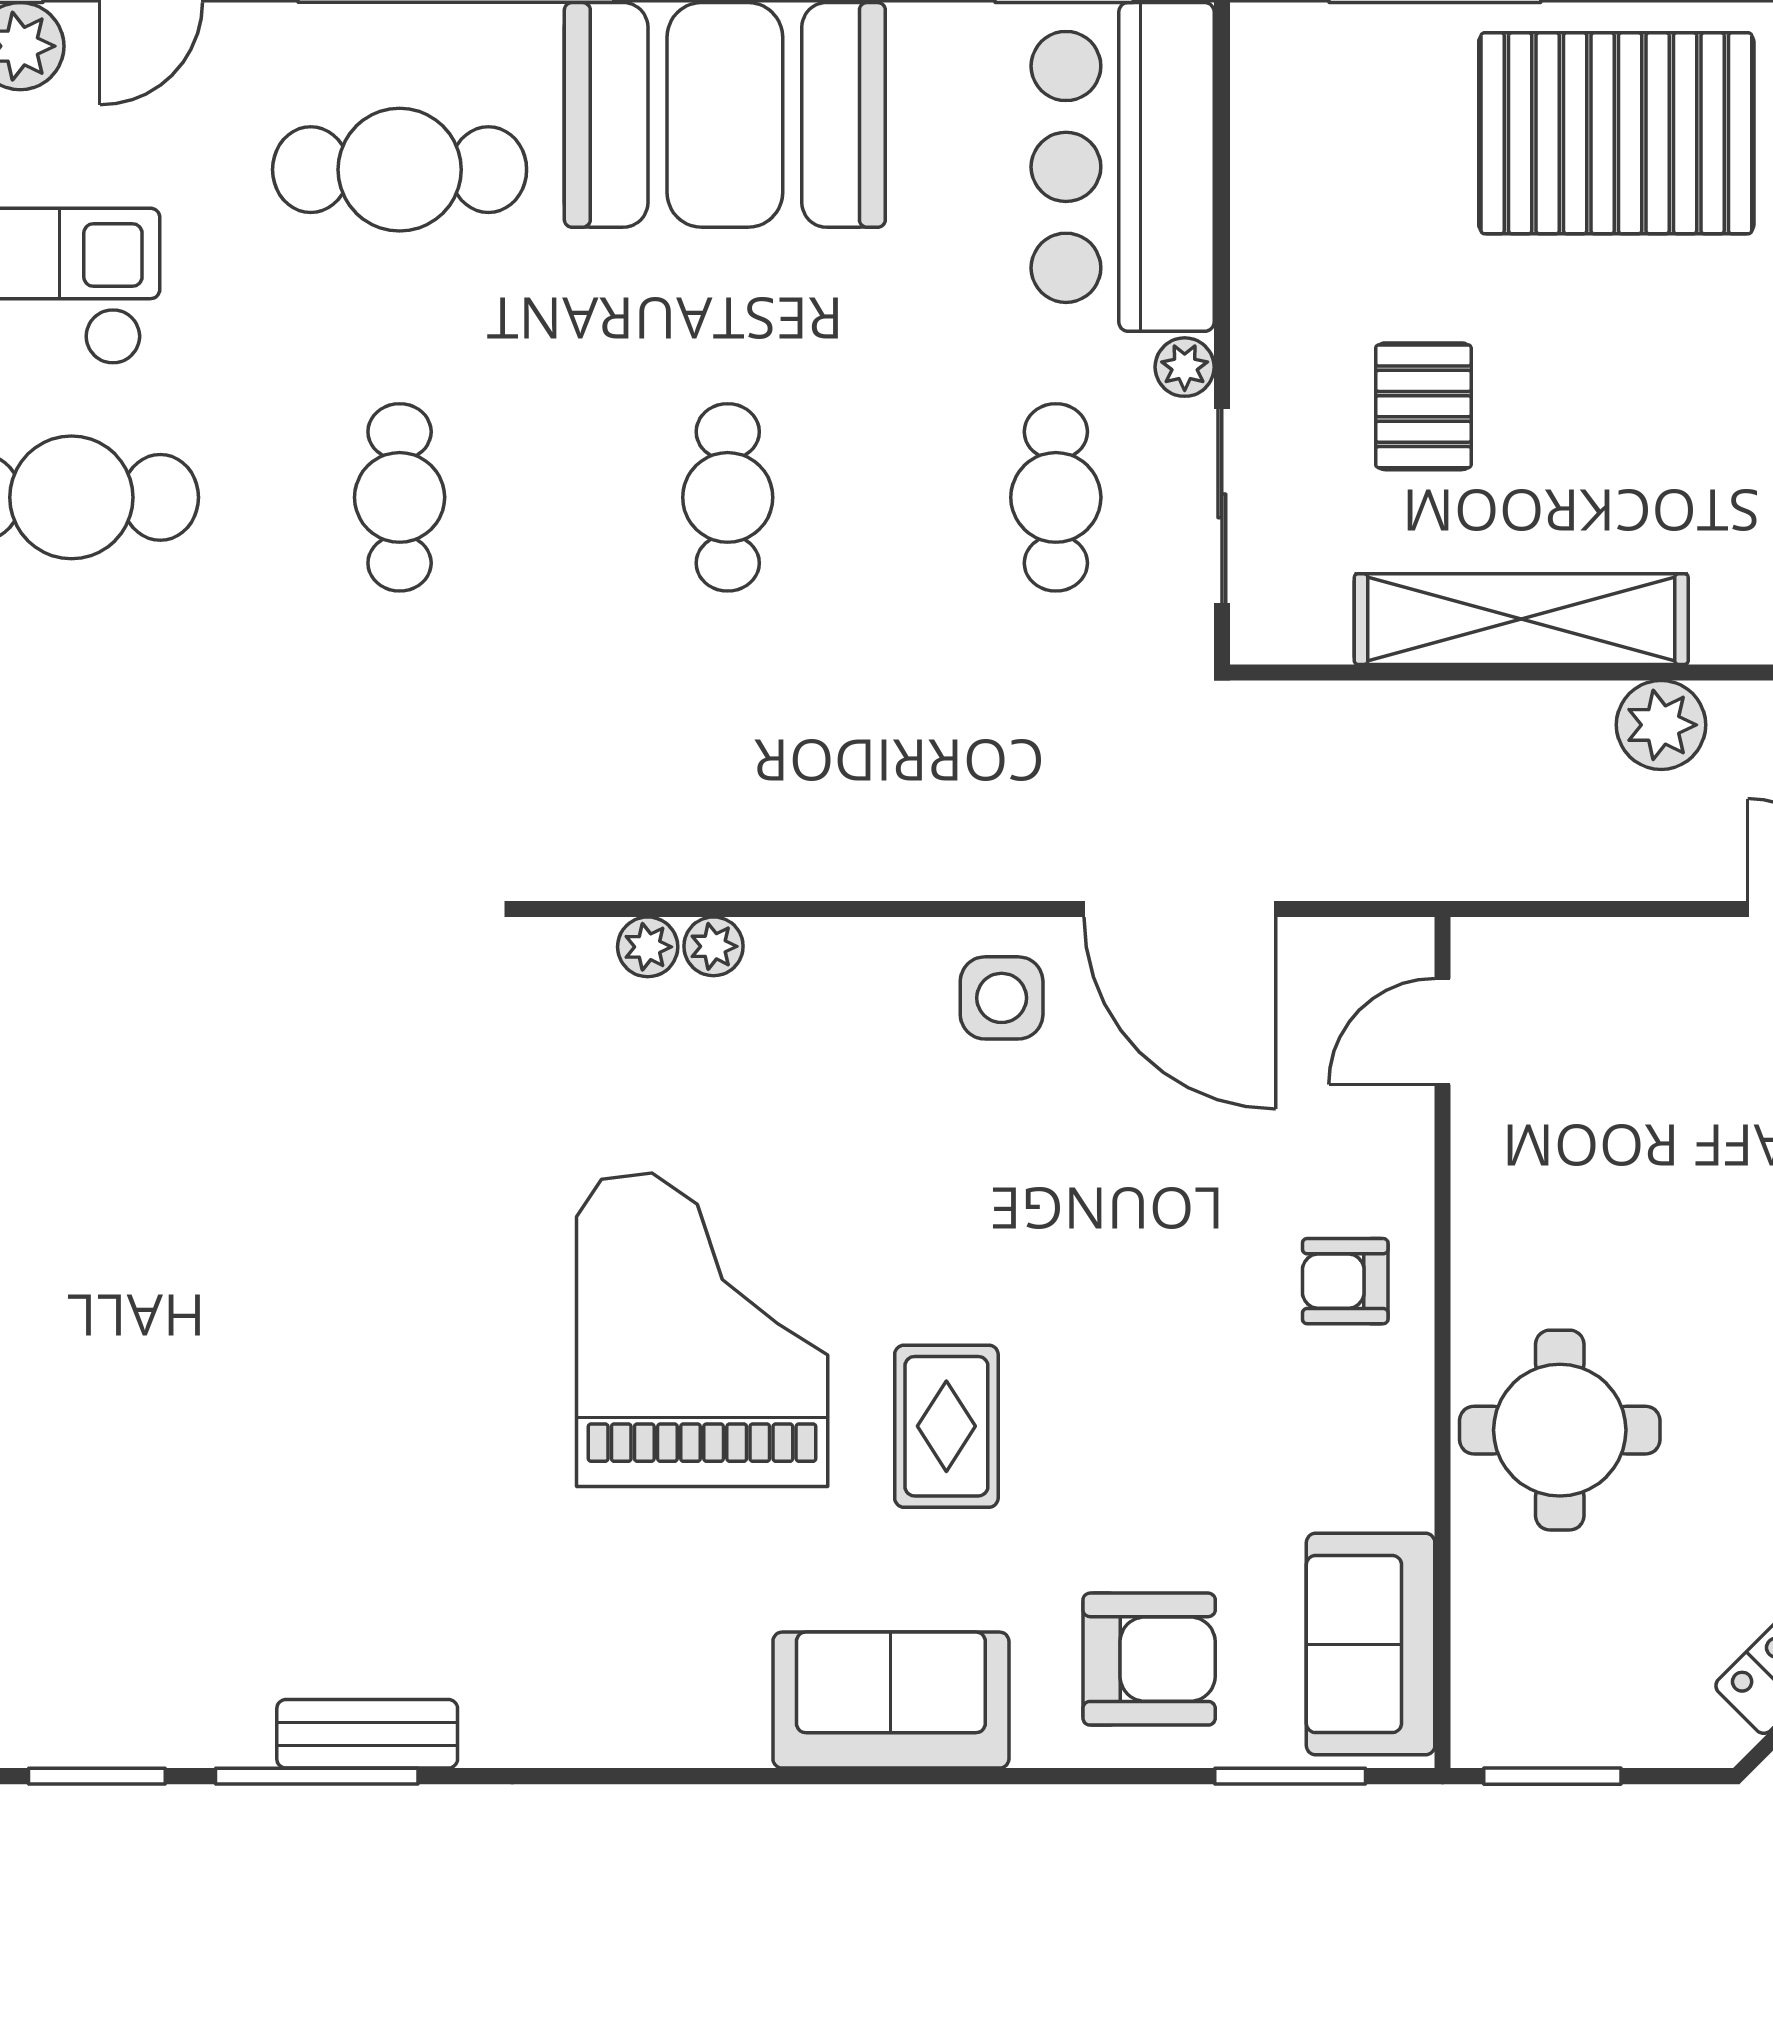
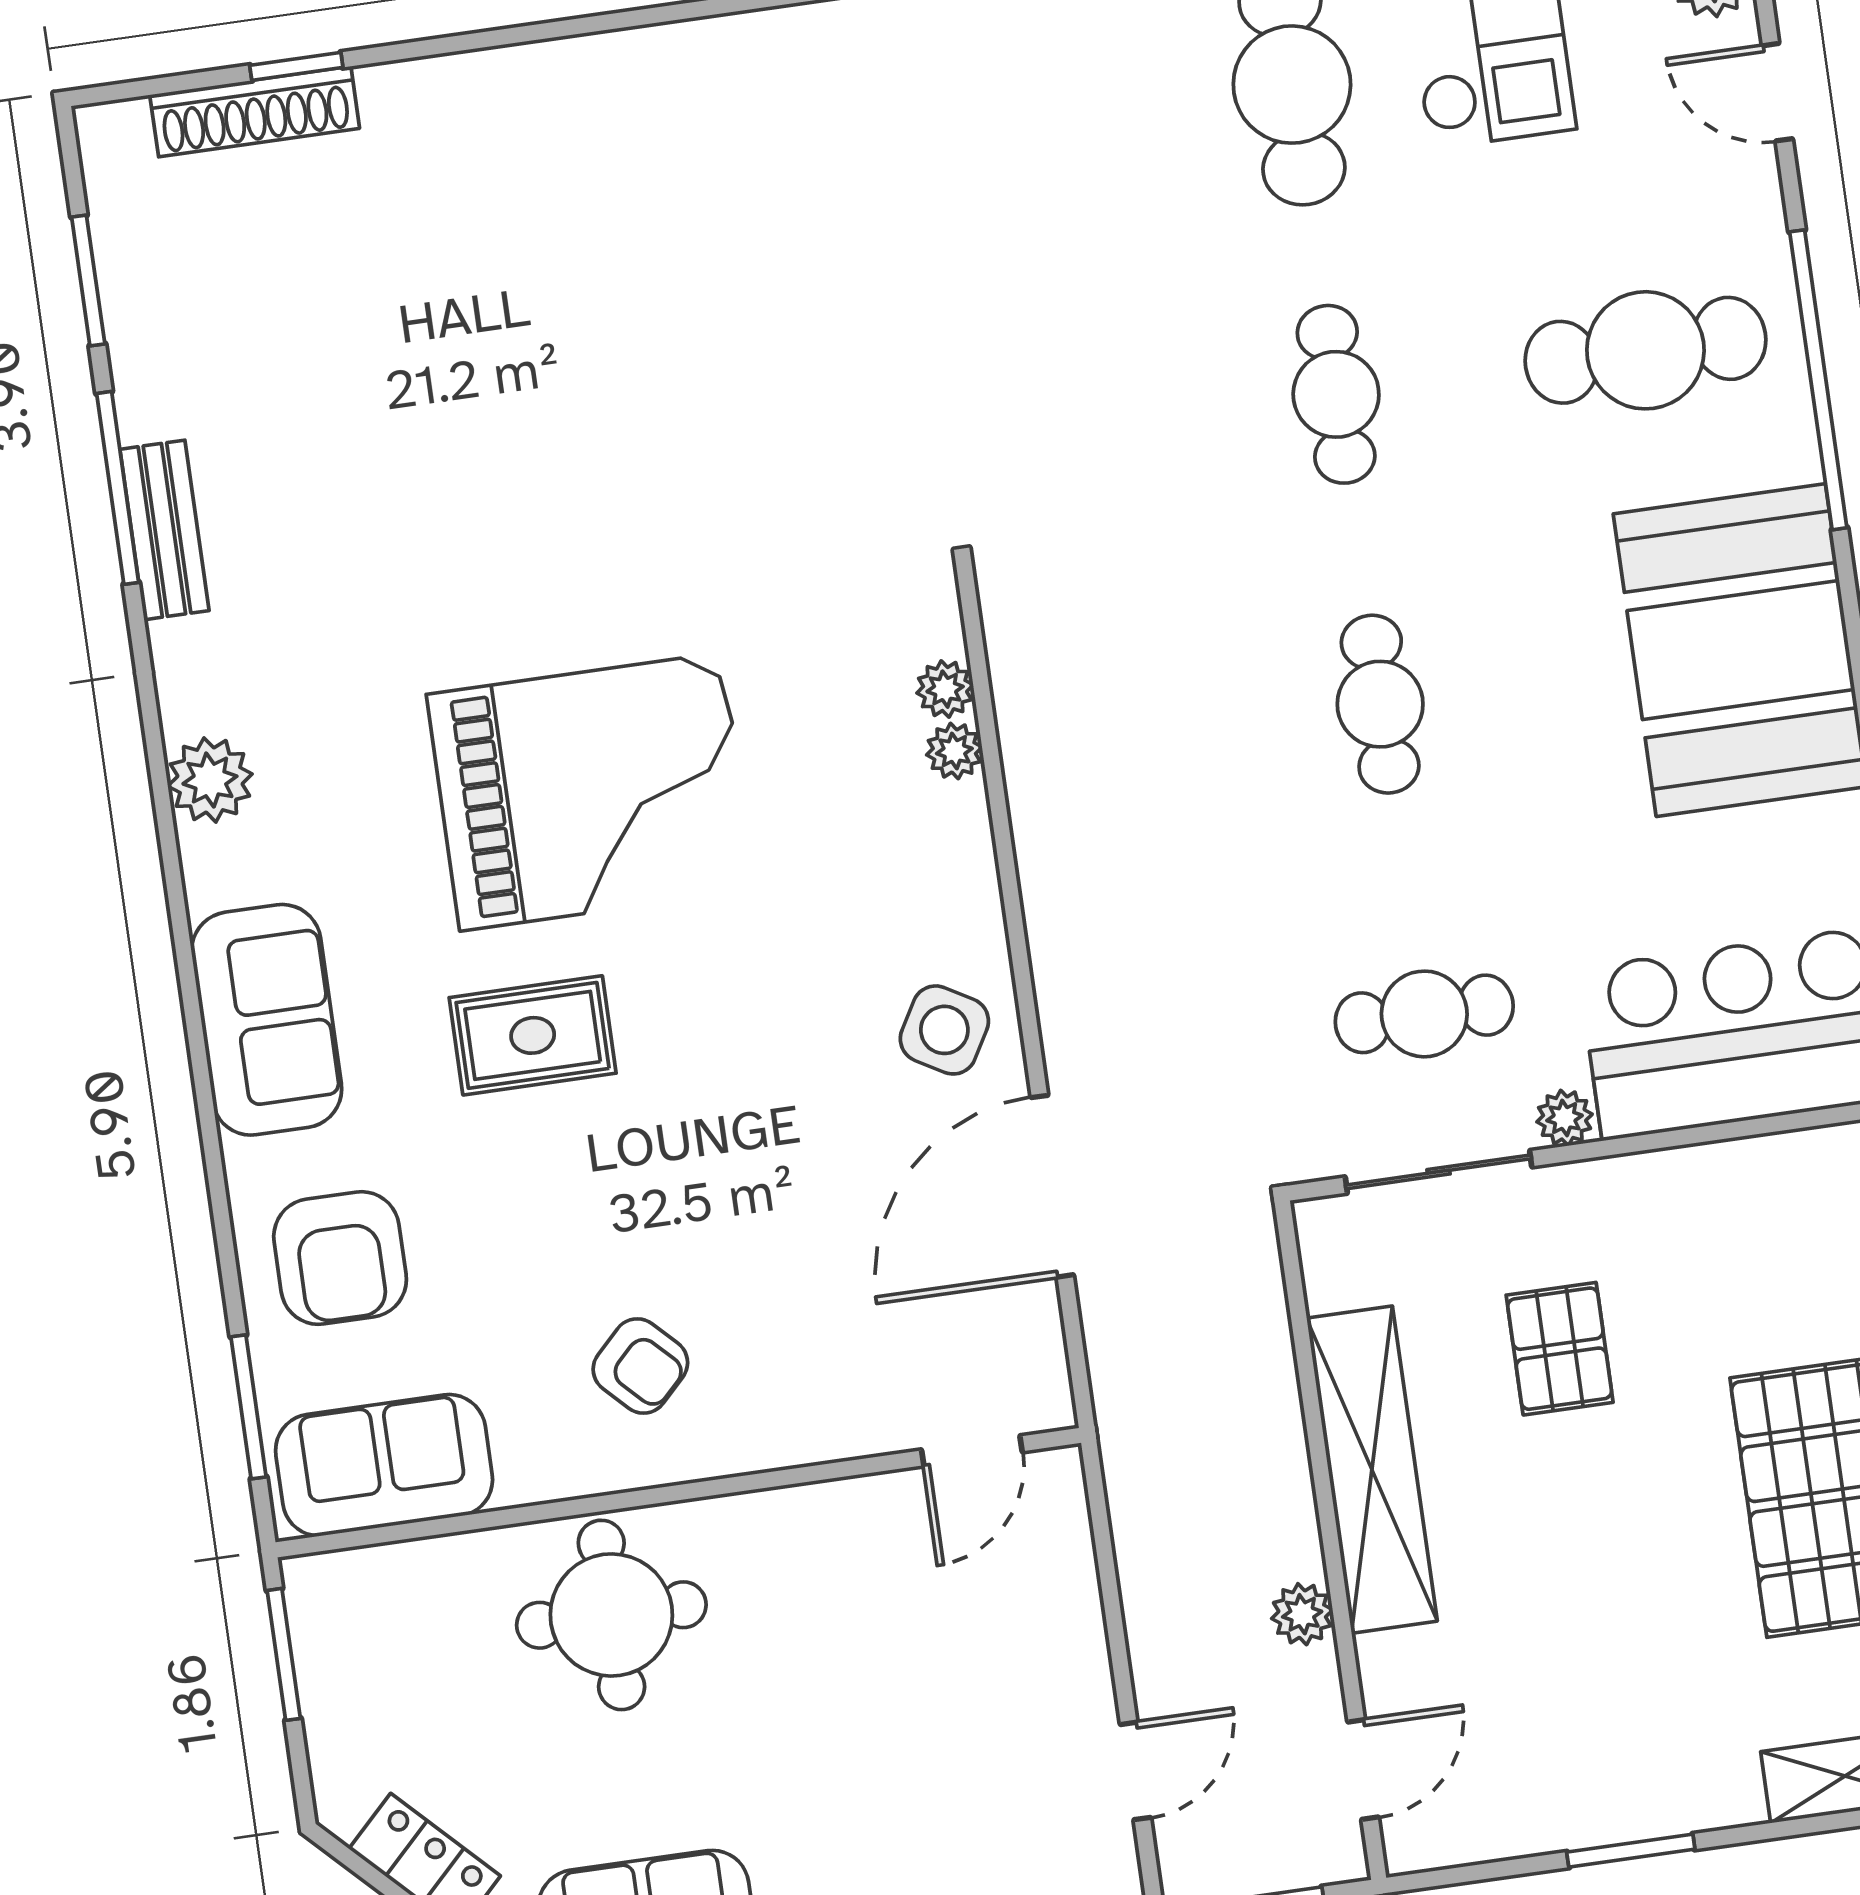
cafe table: (400, 170) -> (1645, 350), turned 90
pallet: (1423, 406) -> (1560, 1349), turned 90
cafe table: (400, 497) -> (1336, 394), turned 90
cafe table: (728, 497) -> (1380, 704), turned 90
plant: (1661, 725) -> (1302, 1614), width x0.73, depth x0.73
side table: (1002, 998) -> (944, 1030), turned 30
door: (1443, 1032) -> (972, 1451), swing flipped
armchair: (1345, 1281) -> (640, 1366), moved, turned 135
plant: (634, 1724) -> (210, 780), added

